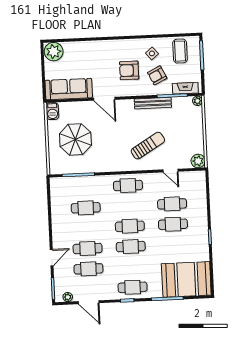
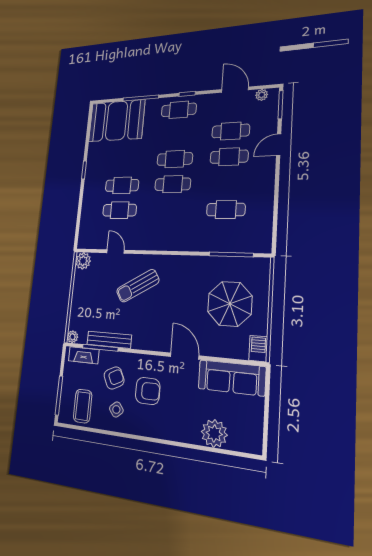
plant: (54, 52) -> (214, 433), moved
bench: (153, 103) -> (109, 340), moved
cafe table: (128, 185) -> (169, 236), removed

